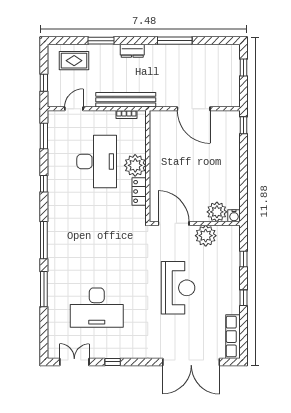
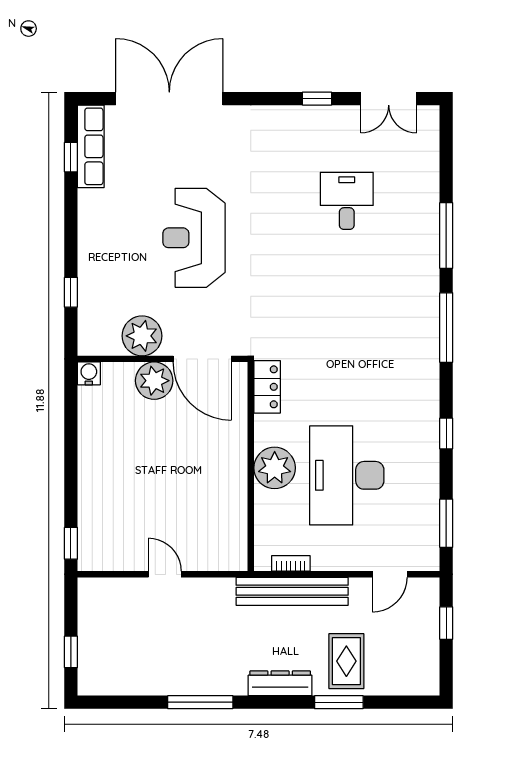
dresser: (132, 51) -> (280, 683), width x1.44
rug: (74, 61) -> (346, 661), moved, turned 90
door: (194, 109) -> (165, 574), width x0.53
locker: (139, 191) -> (267, 387), moved
plant: (217, 212) -> (154, 381), moved
window: (244, 298) -> (71, 157), moved
desk: (97, 308) -> (347, 201), width x0.53, depth x0.77

